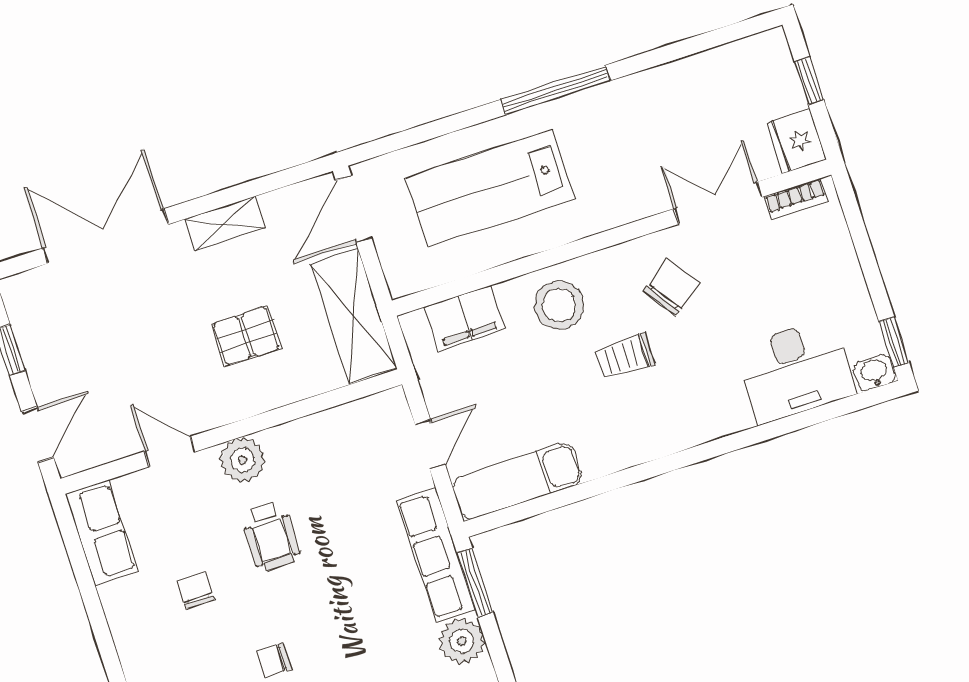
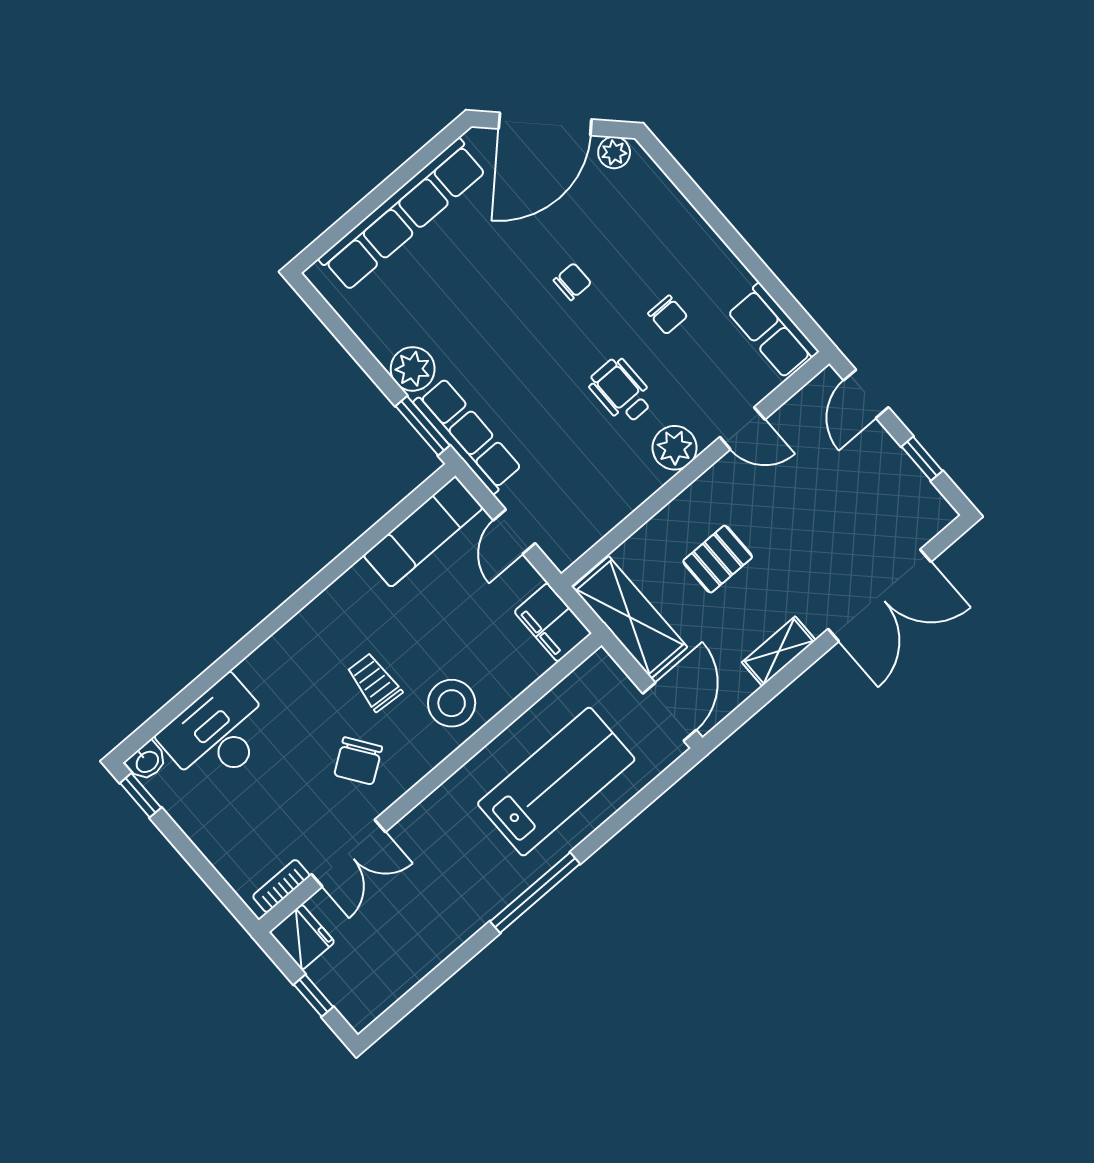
filing cabinet: (465, 318) -> (553, 622), moved, turned -90
trolley: (625, 357) -> (374, 682), turned -86

